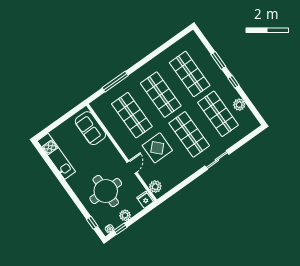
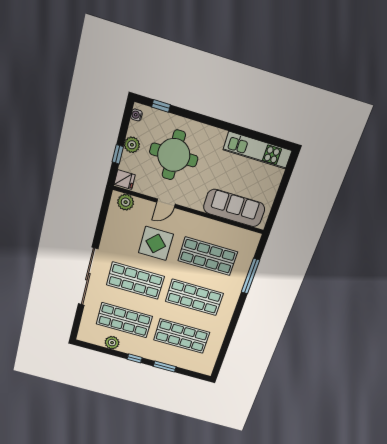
sofa: (90, 128) -> (234, 208), width x1.36
sliding door: (217, 160) -> (88, 277), width x1.86
door: (132, 167) -> (166, 203), hinge flipped
window: (120, 229) -> (118, 154), moved

